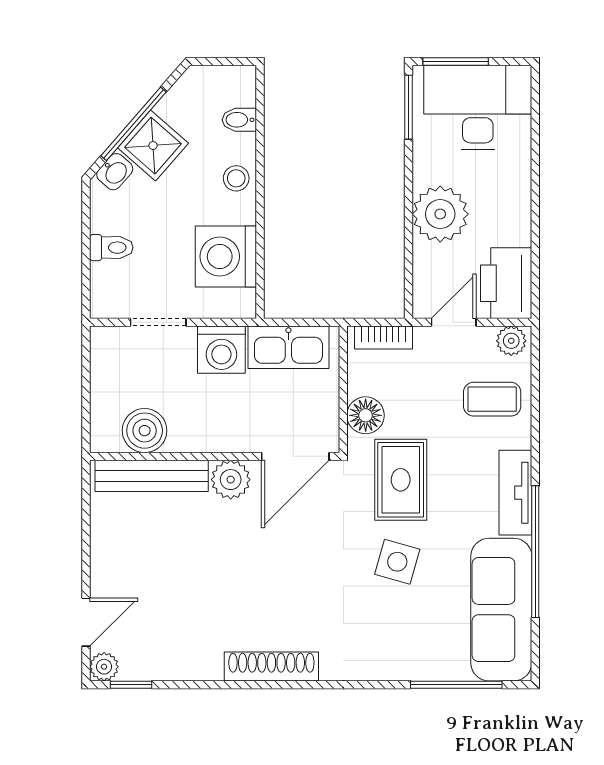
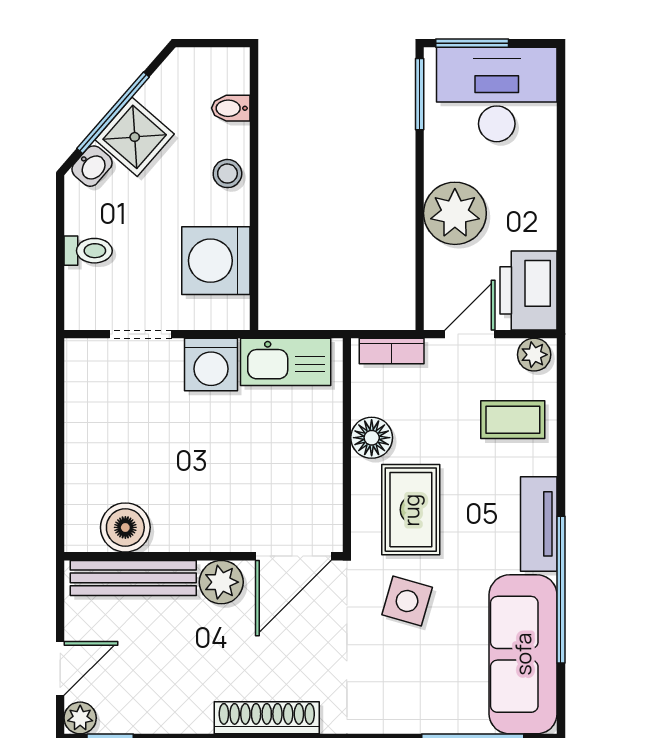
boiler: (145, 431) -> (125, 527), moved
wall: (215, 456) -> (203, 556), moved
door: (295, 456) -> (293, 556), moved
bench: (152, 476) -> (133, 578), moved
plant: (231, 480) -> (221, 582), moved

